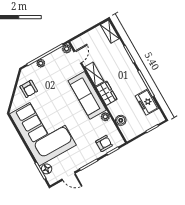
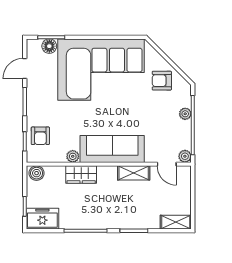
wardrobe: (107, 93) -> (81, 175), moved
freezer: (147, 102) -> (42, 219), moved
boiler: (121, 120) -> (37, 173), moved

